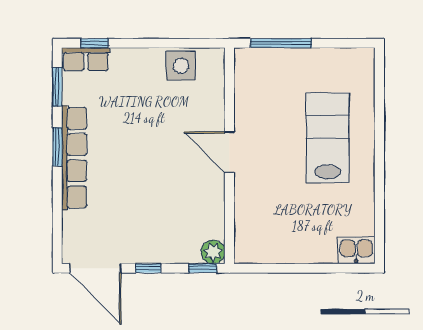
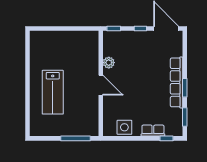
row of seats: (86, 59) -> (153, 131), moved
kitchen sink: (356, 250) -> (39, 37), removed
plant: (213, 252) -> (109, 63), moved

